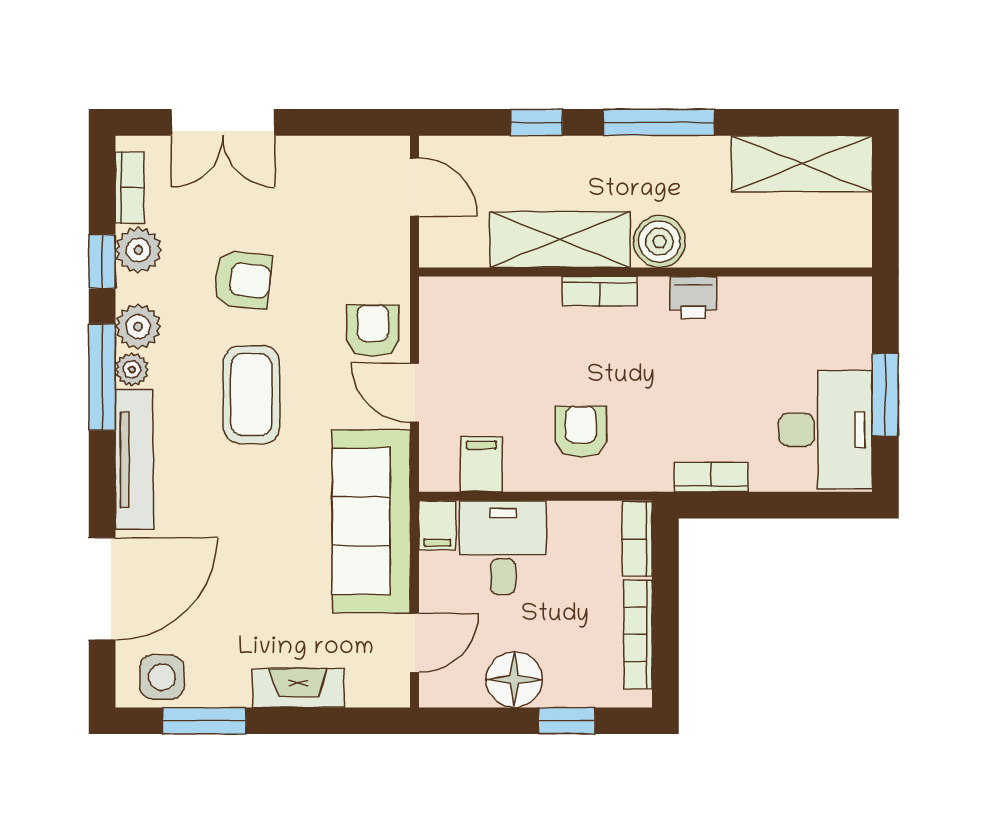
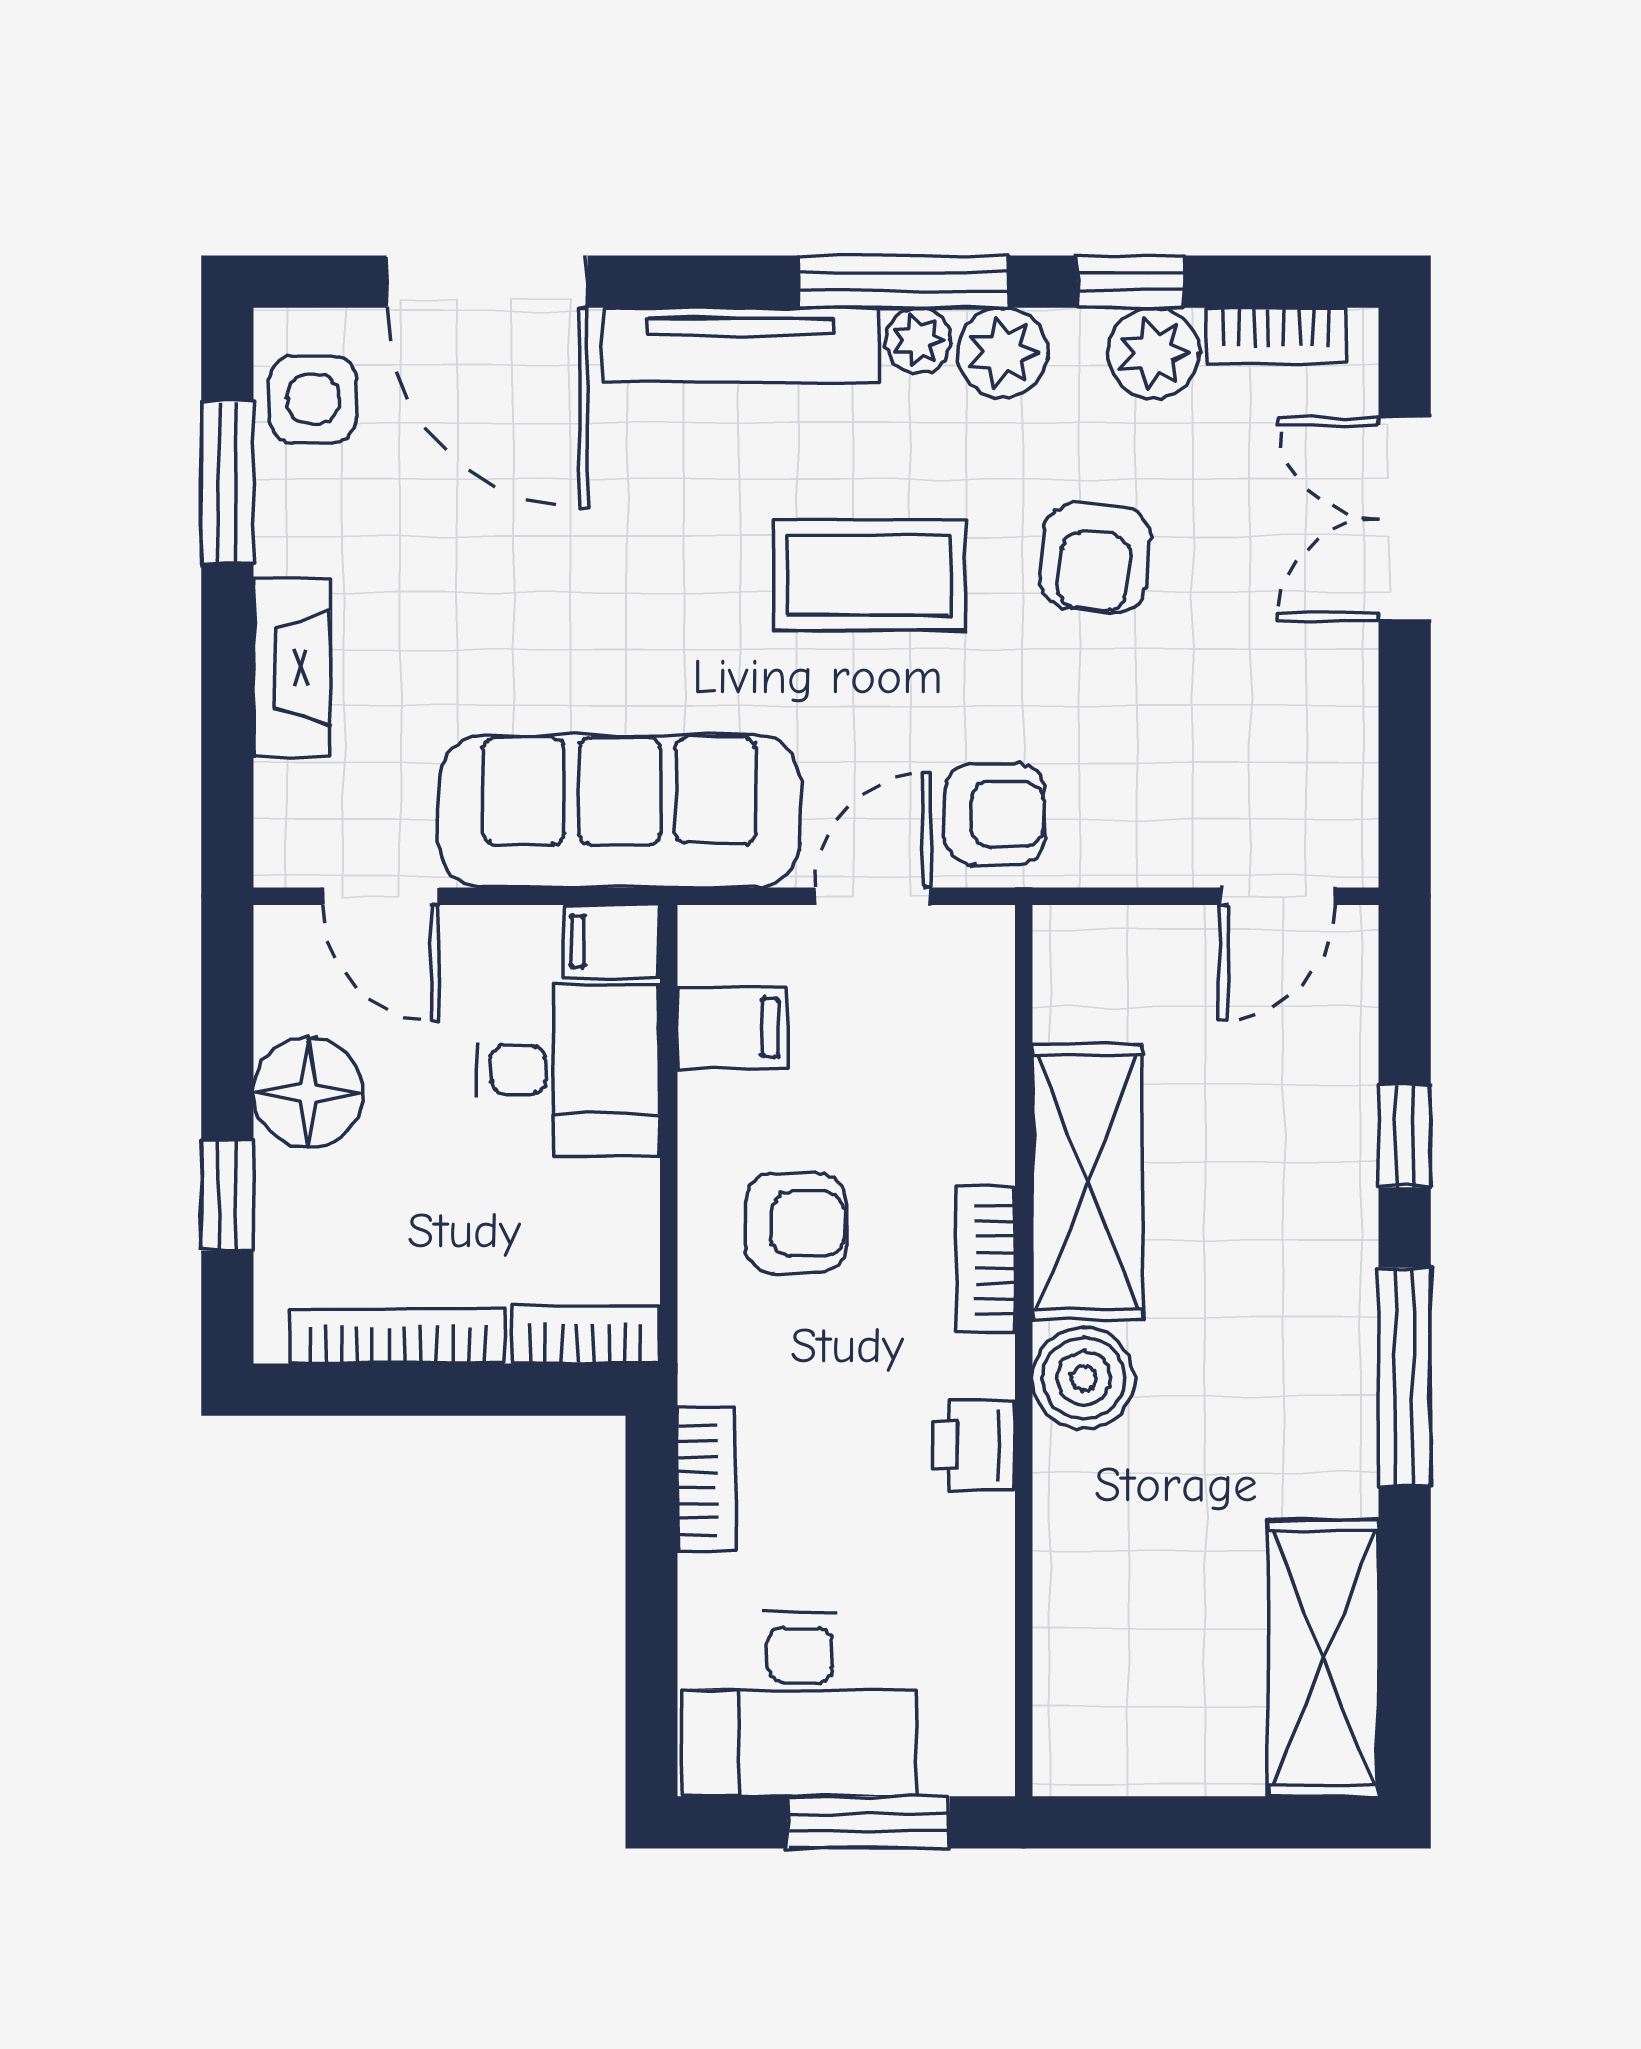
shelving: (560, 240) -> (1087, 1182), moved
boiler: (659, 242) -> (1084, 1378), moved
wall: (646, 272) -> (1024, 1351), moved
bookcase: (600, 291) -> (986, 1260), moved
printer: (693, 297) -> (974, 1445), moved

